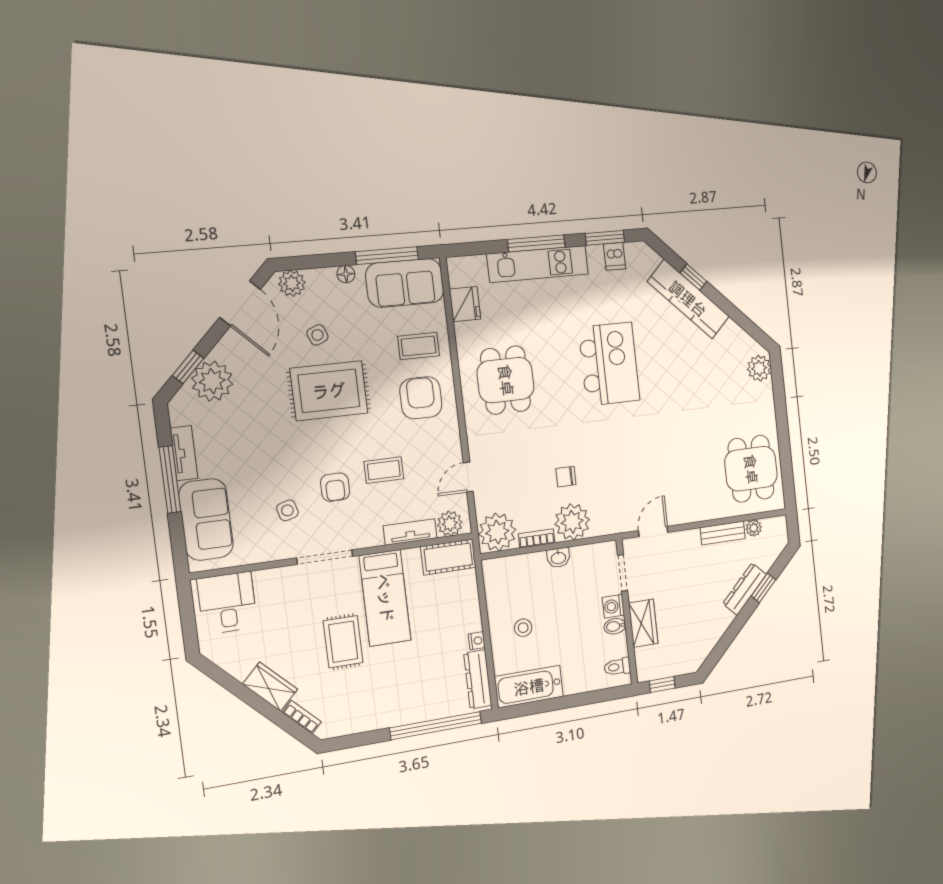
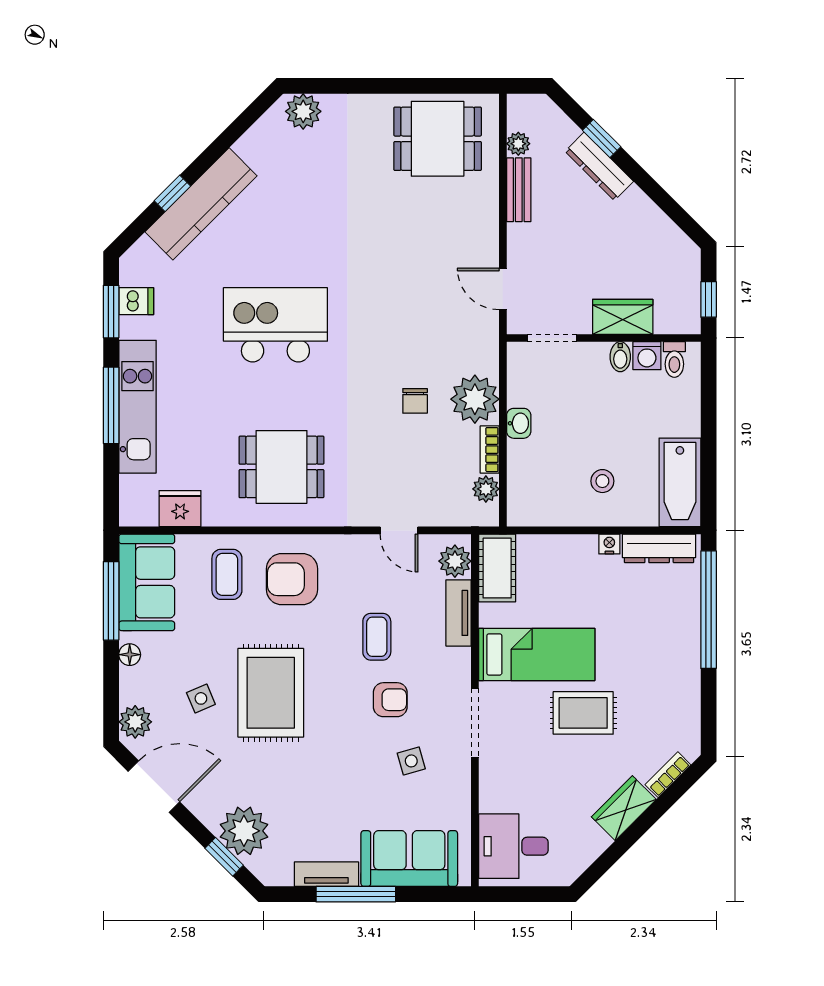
plant: (497, 532) -> (486, 489), width x0.53, depth x0.53
washing machine: (613, 606) -> (647, 356), moved

